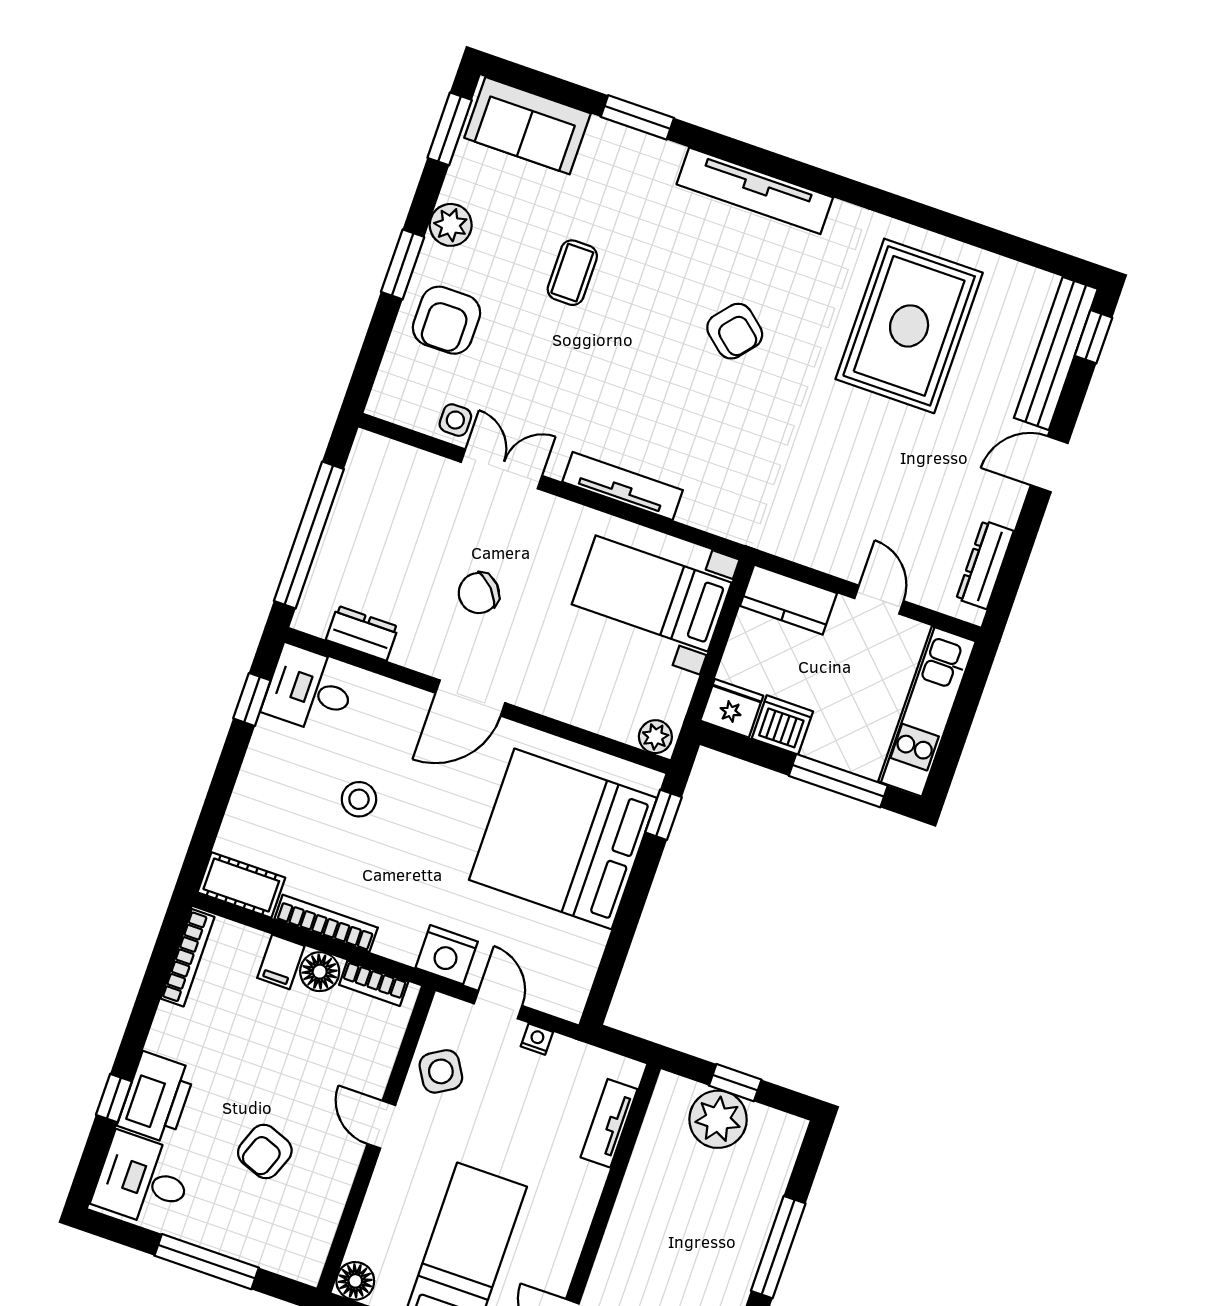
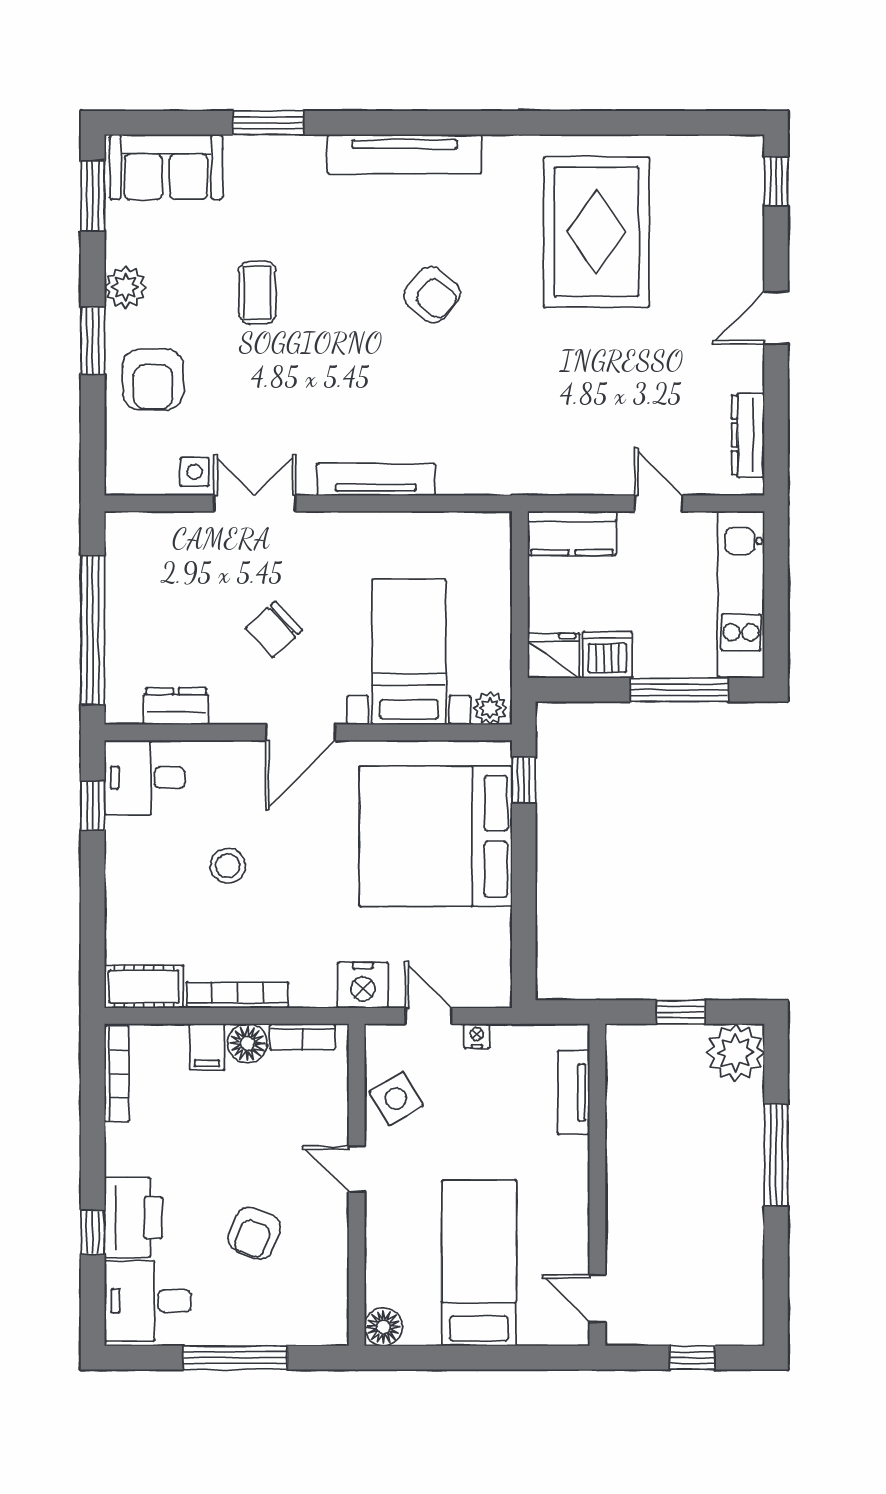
bench: (1056, 353) -> (746, 210), removed
bed with nightstands: (652, 593) -> (409, 652), moved, turned 90
plant: (718, 1119) -> (735, 1053), moved

